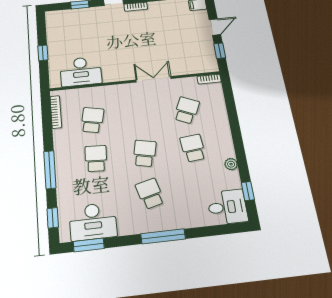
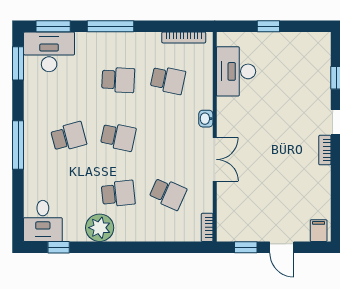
washbasin: (121, 89) -> (206, 119), added
plant: (231, 164) -> (100, 228), width x1.87, depth x1.87
window: (53, 218) -> (53, 26), width x1.50
desk: (93, 222) -> (49, 52), moved, turned 90

